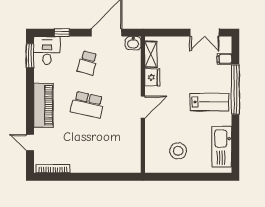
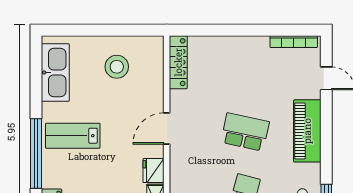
locker: (135, 154) -> (178, 62), added

